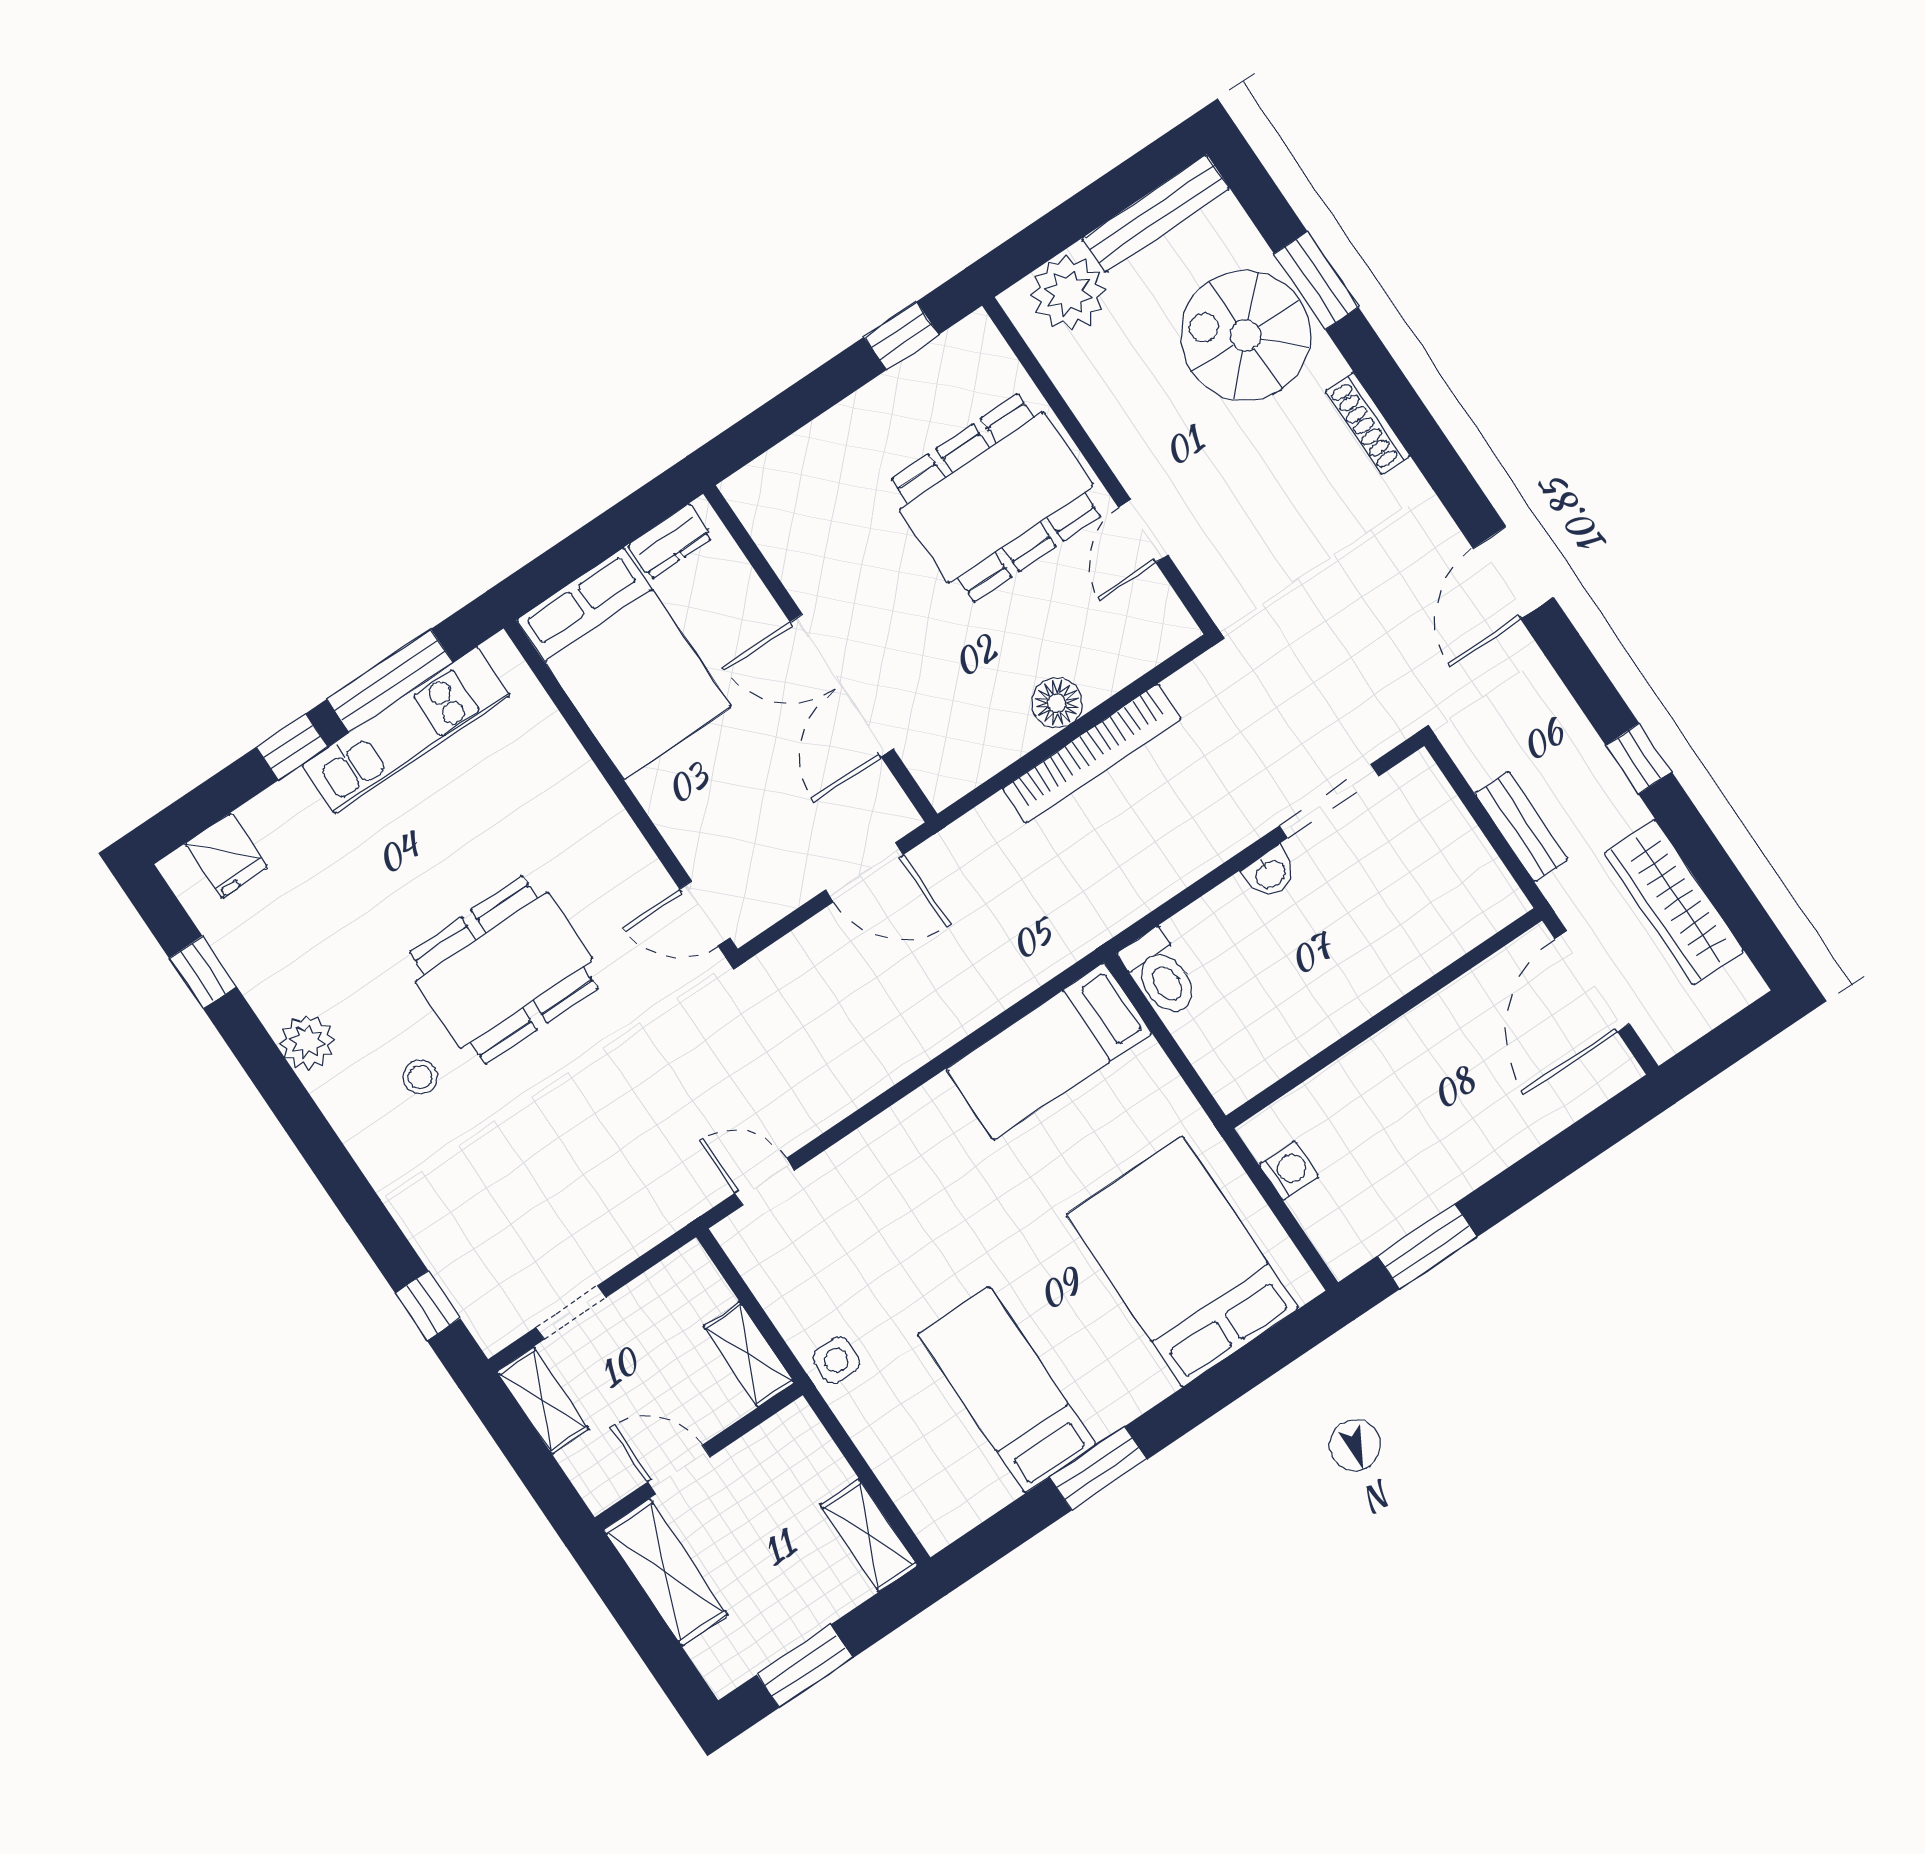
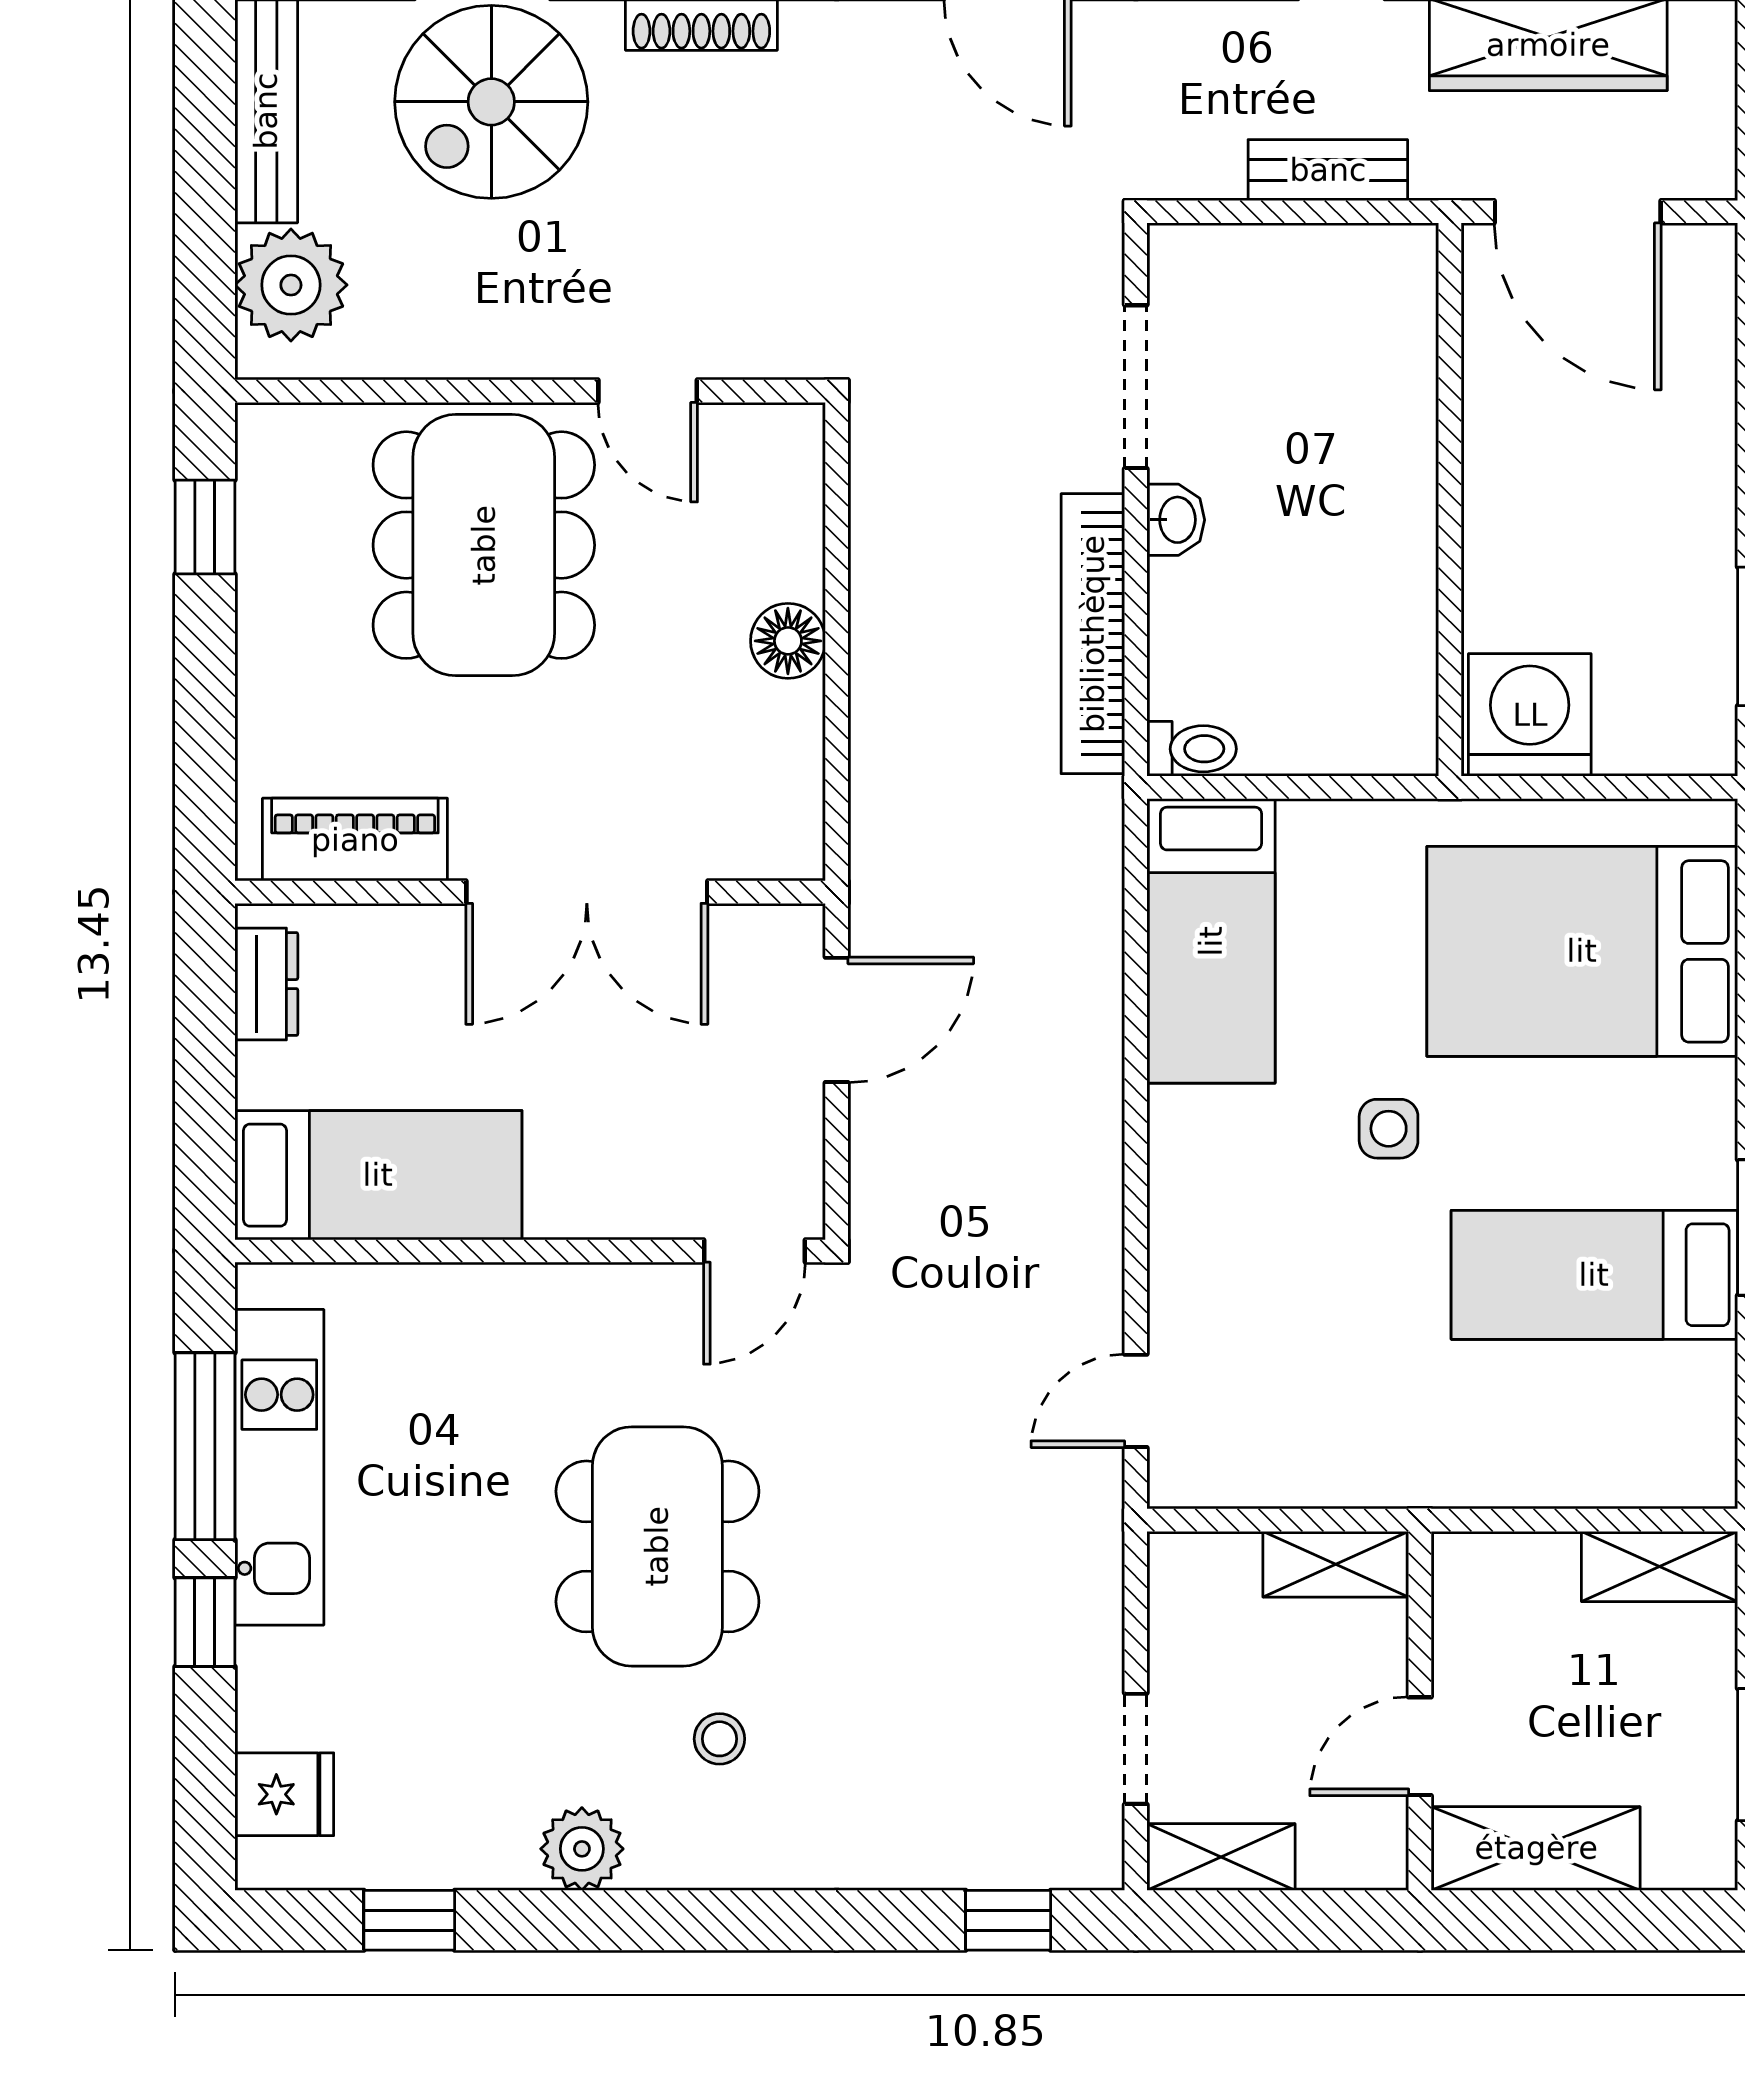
piano: (784, 537) -> (355, 840), added
bed: (624, 663) -> (378, 1175), width x0.67
bookcase: (1092, 754) -> (1093, 634), moved, turned 180
toilet: (1161, 974) -> (1192, 749), width x0.73, depth x0.72
washing machine: (1289, 1170) -> (1530, 715), width x1.89, depth x1.89
side table: (836, 1360) -> (1389, 1129), moved

